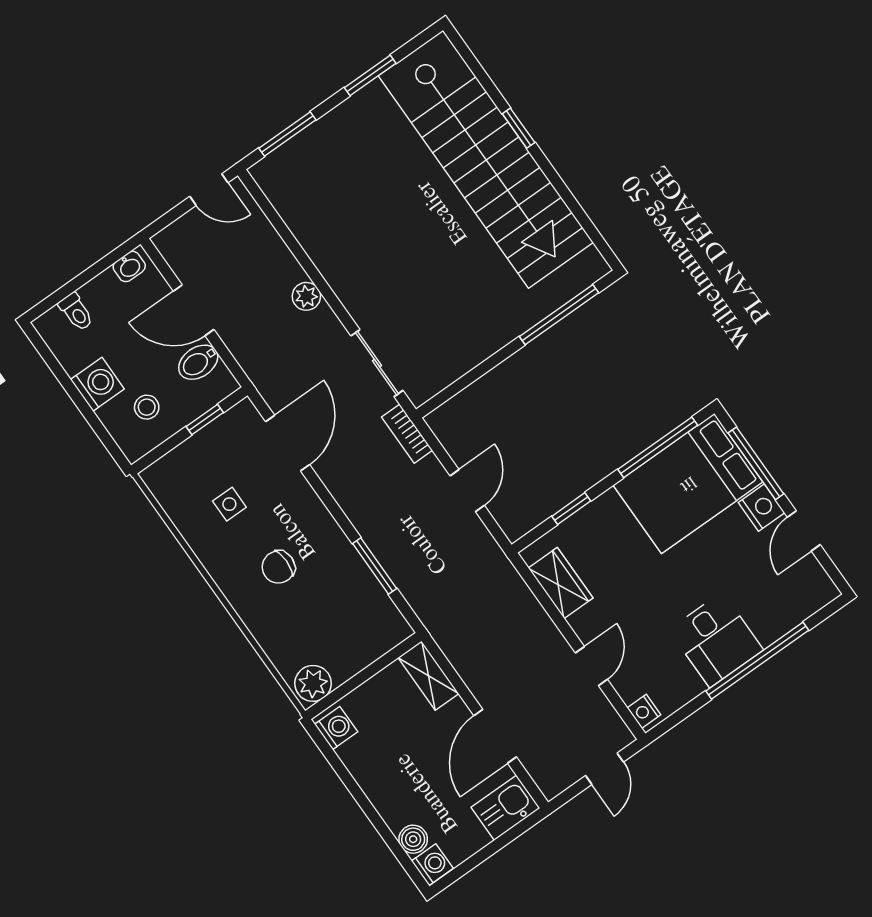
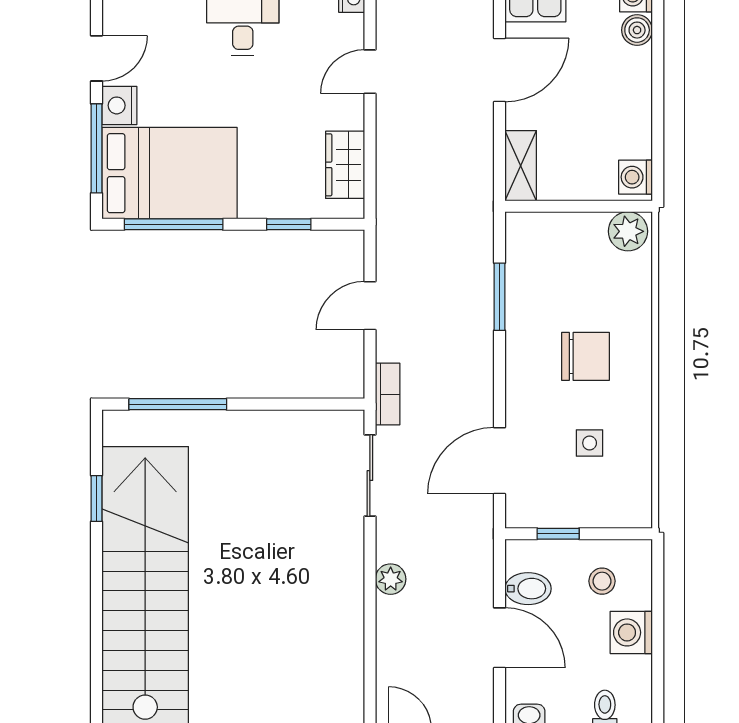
window: (519, 128) -> (96, 498), moved
chair: (278, 567) -> (586, 356), width x1.37, depth x1.37

